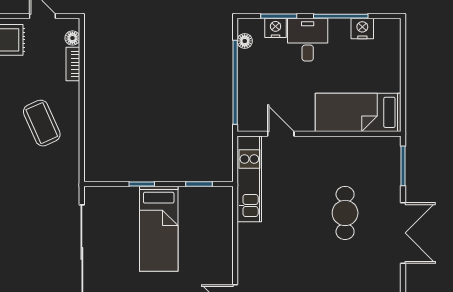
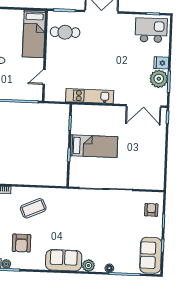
kitchen unit: (249, 179) -> (90, 96), moved
cafe table: (345, 213) -> (65, 32), moved

